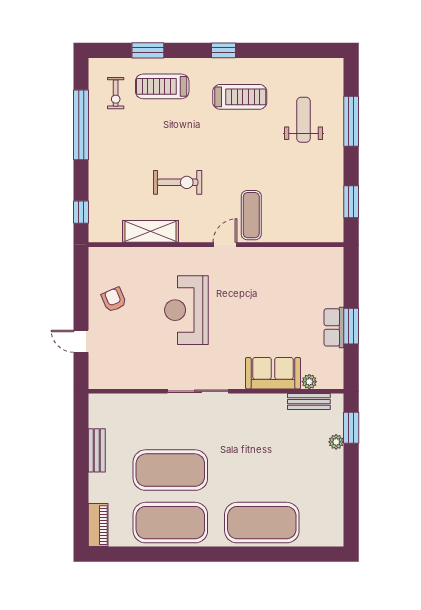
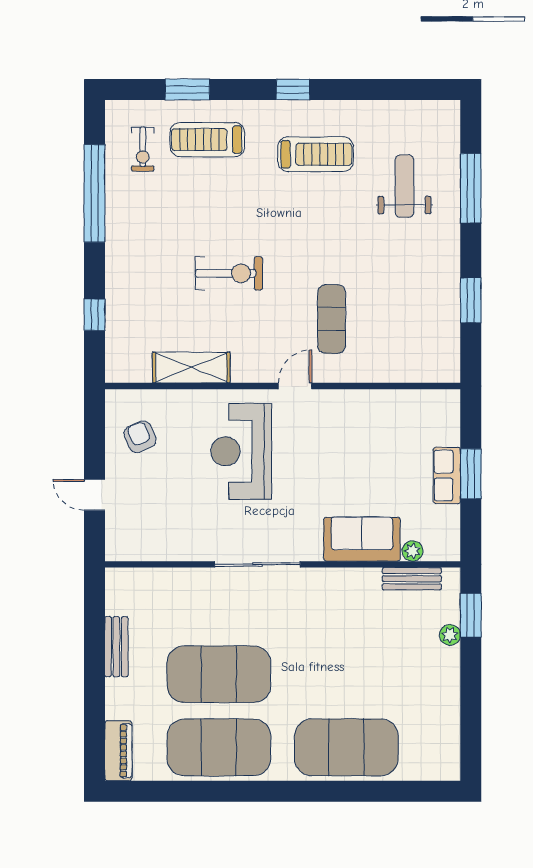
shelving: (150, 231) -> (191, 368), moved
wall: (216, 245) -> (283, 386), moved
door: (225, 245) -> (295, 386), moved

